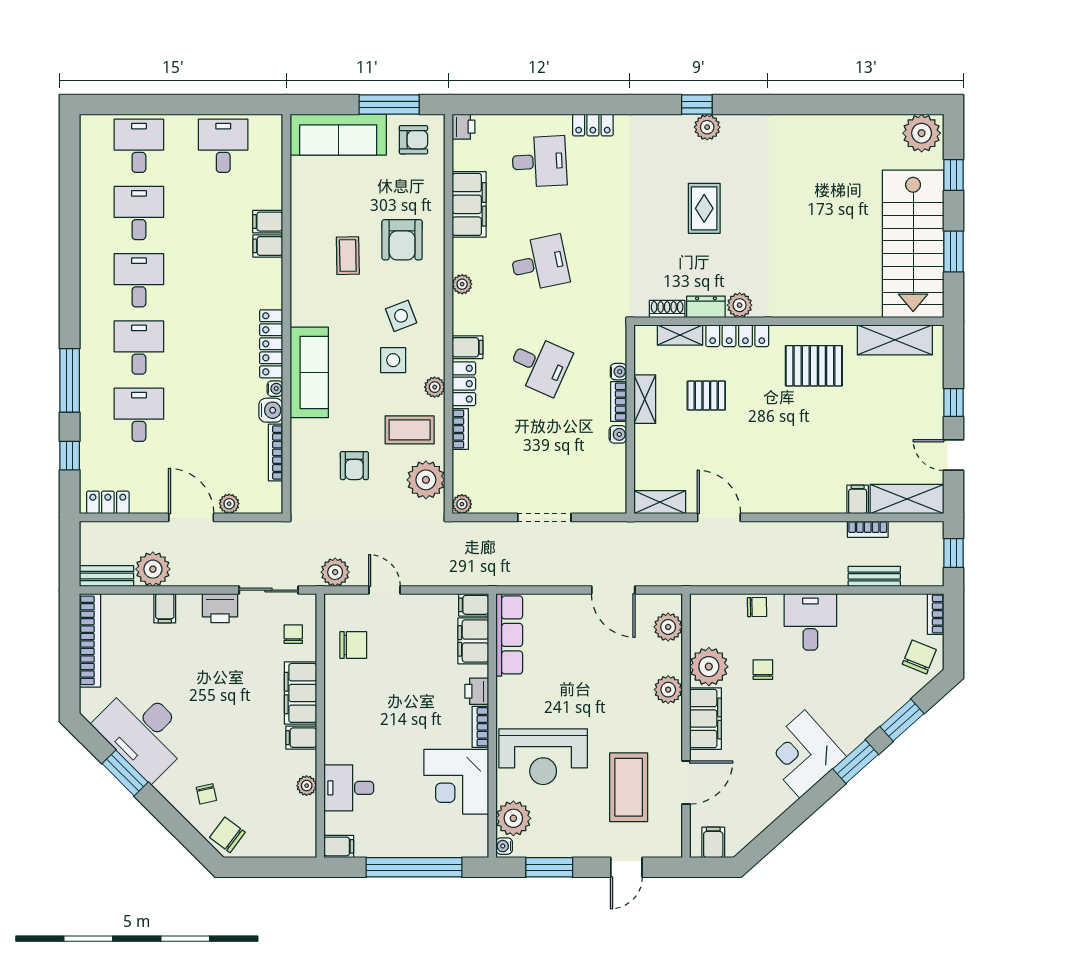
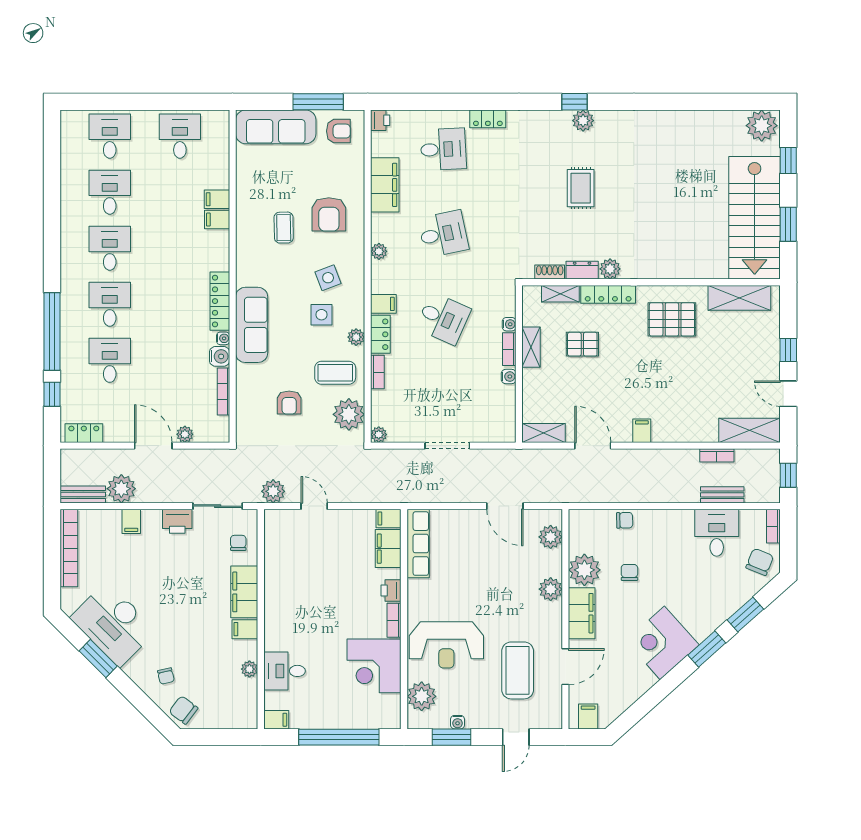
window: (70, 380) -> (52, 331), width x1.46
filing cabinet: (858, 499) -> (642, 431), moved
desk: (810, 622) -> (717, 533), moved
chair: (353, 645) -> (288, 552), removed
water cooler: (504, 846) -> (458, 722), moved, turned -90

